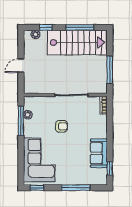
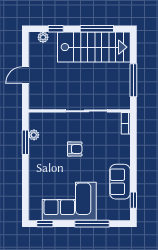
window: (21, 121) -> (25, 142), width x0.69
corner sofa: (39, 160) -> (69, 201), moved, turned -90

